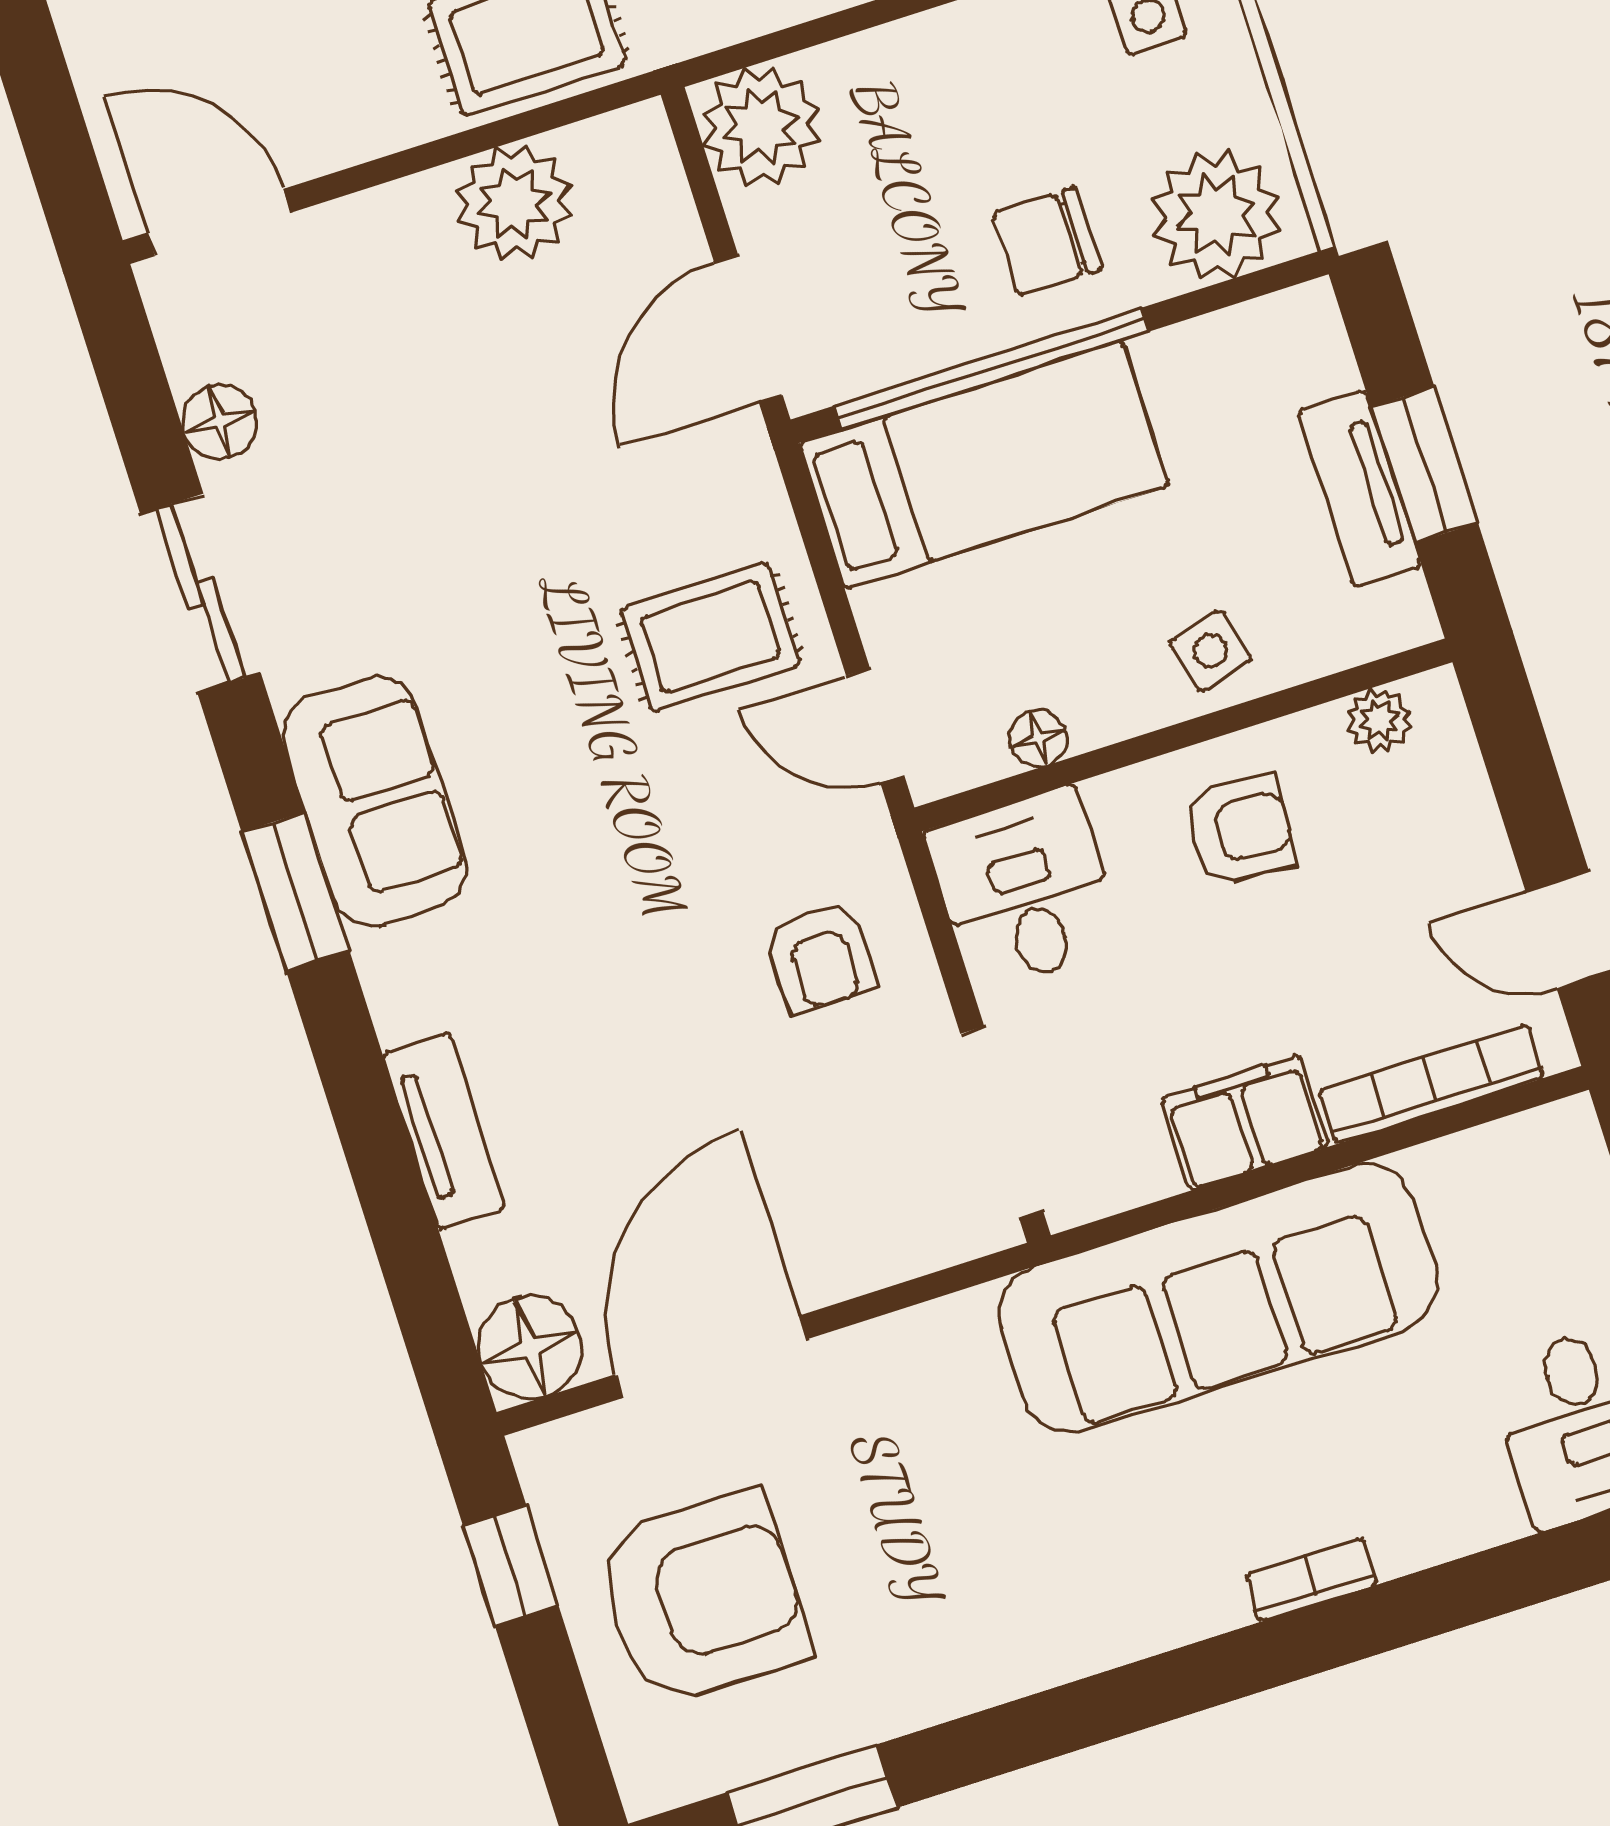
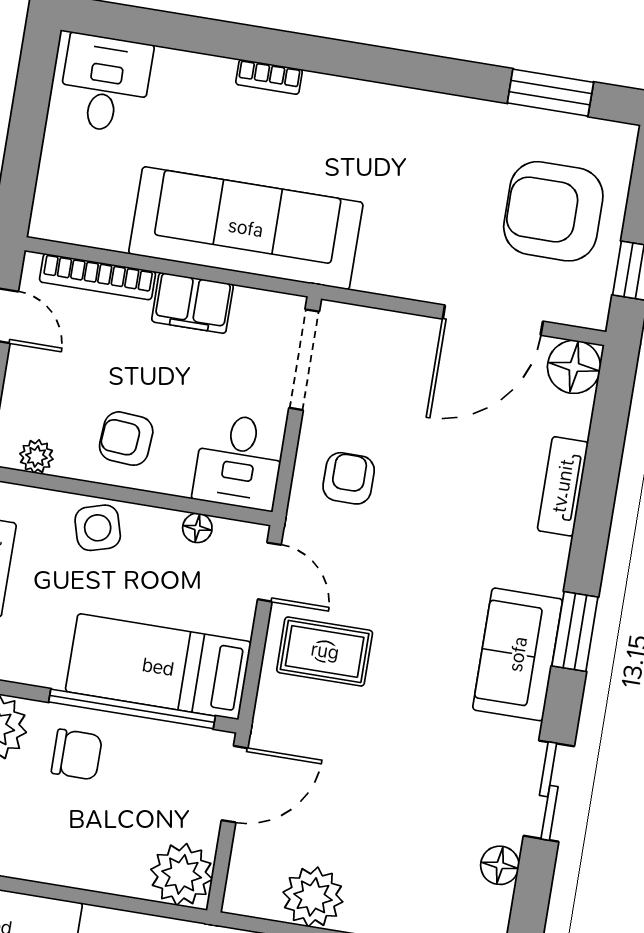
side table: (1210, 651) -> (98, 528), width x1.37, depth x1.37

